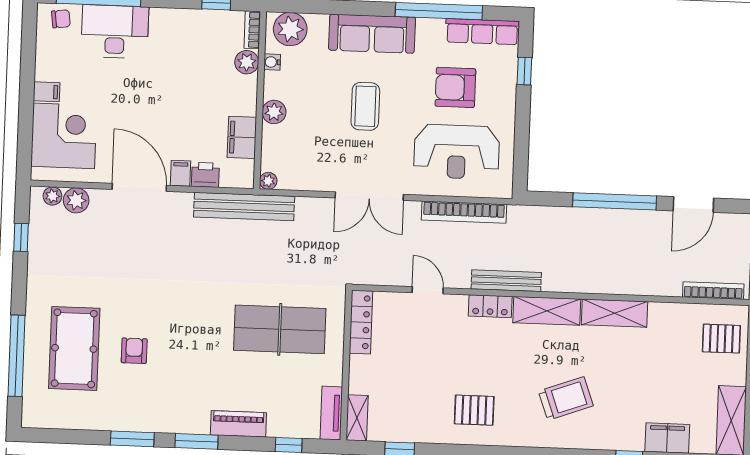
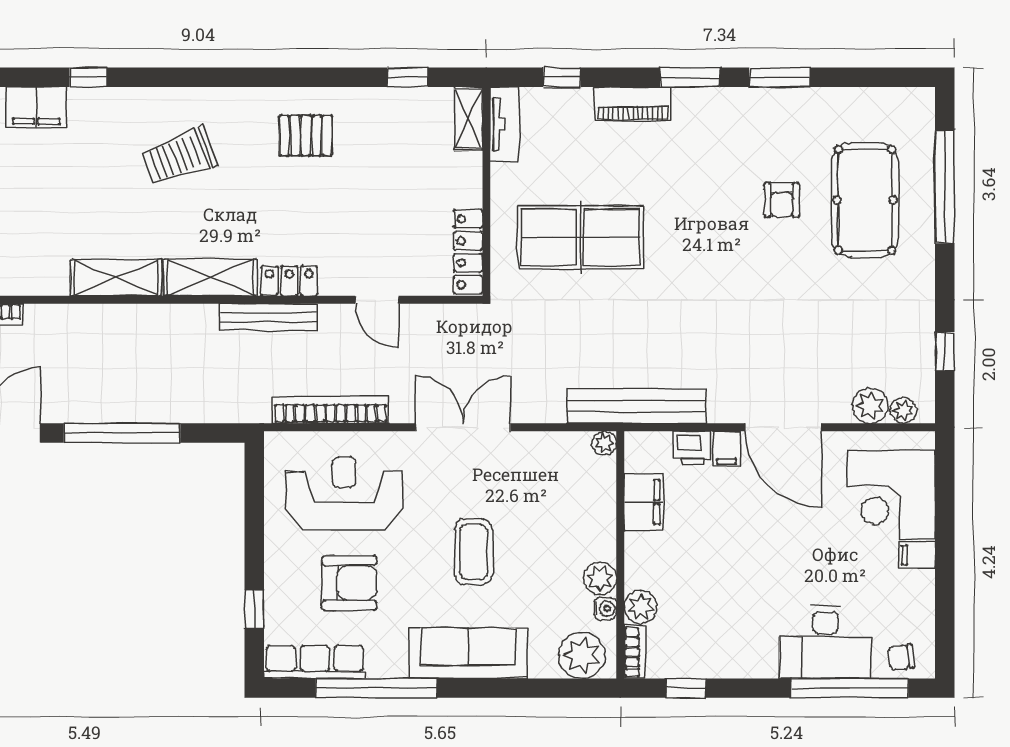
plant: (274, 112) -> (600, 578), moved

